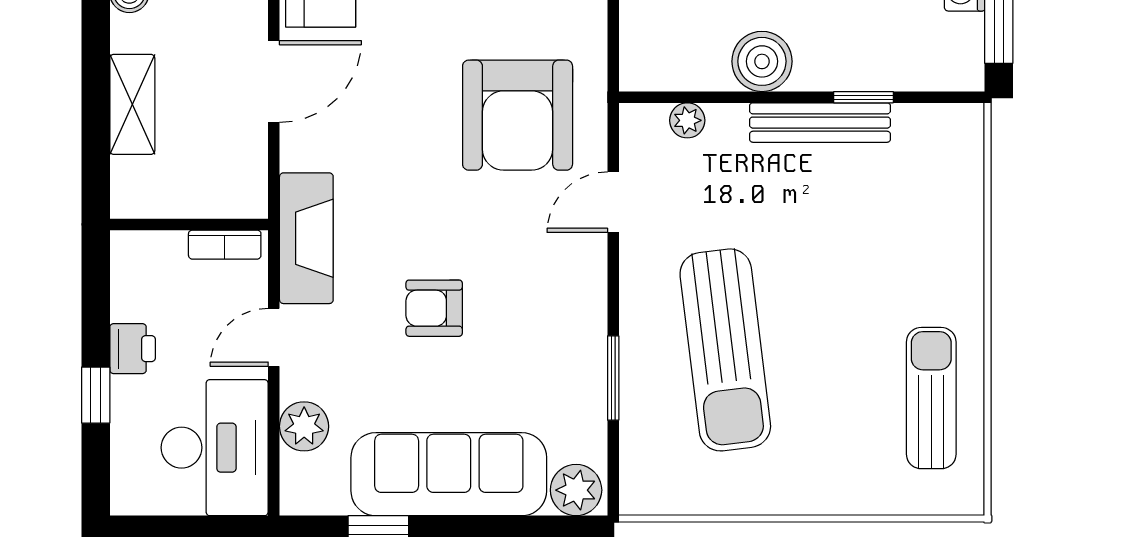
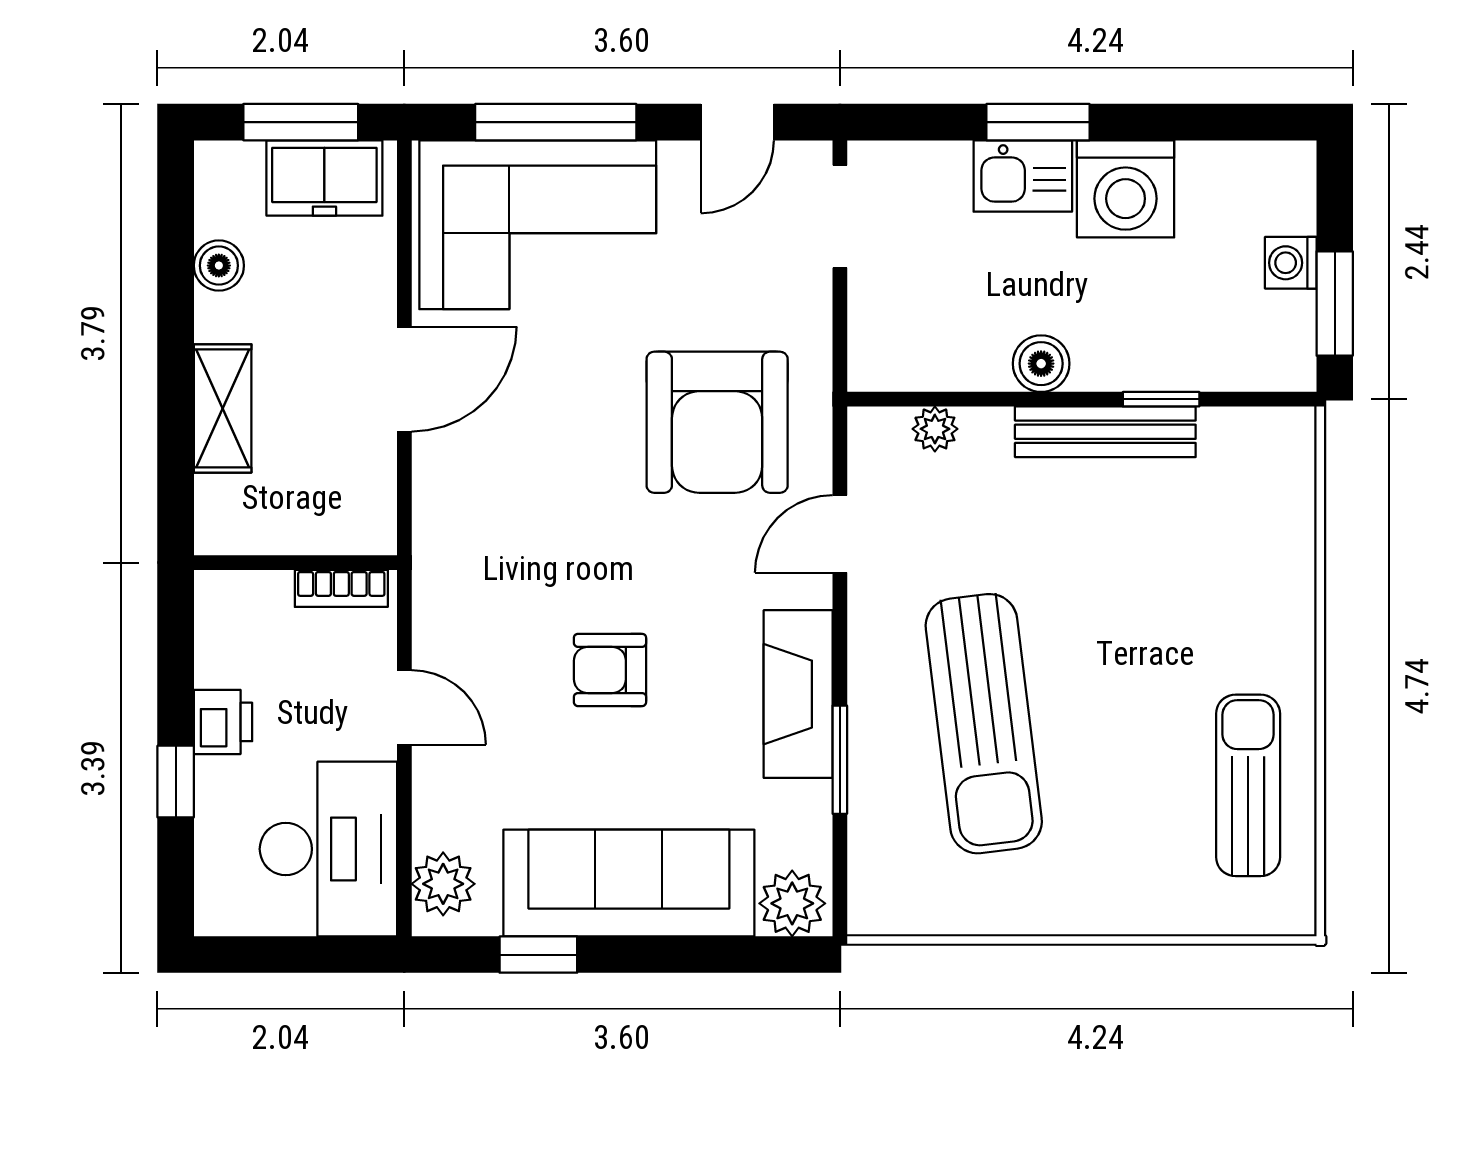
boiler: (762, 61) -> (1041, 364), width x0.73, depth x0.73
fireplace: (306, 238) -> (798, 694), moved, turned 180
door: (274, 337) -> (404, 707), swing flipped
plant: (304, 426) -> (443, 884), moved

